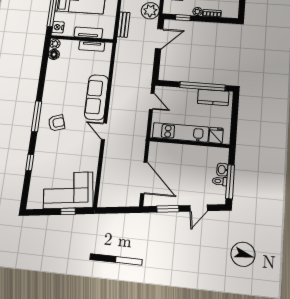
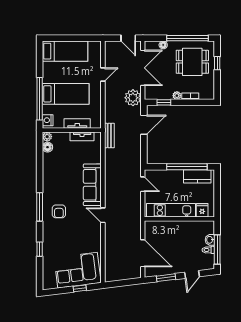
bench: (124, 25) -> (109, 135), moved
armchair: (56, 123) -> (59, 211), turned 107

